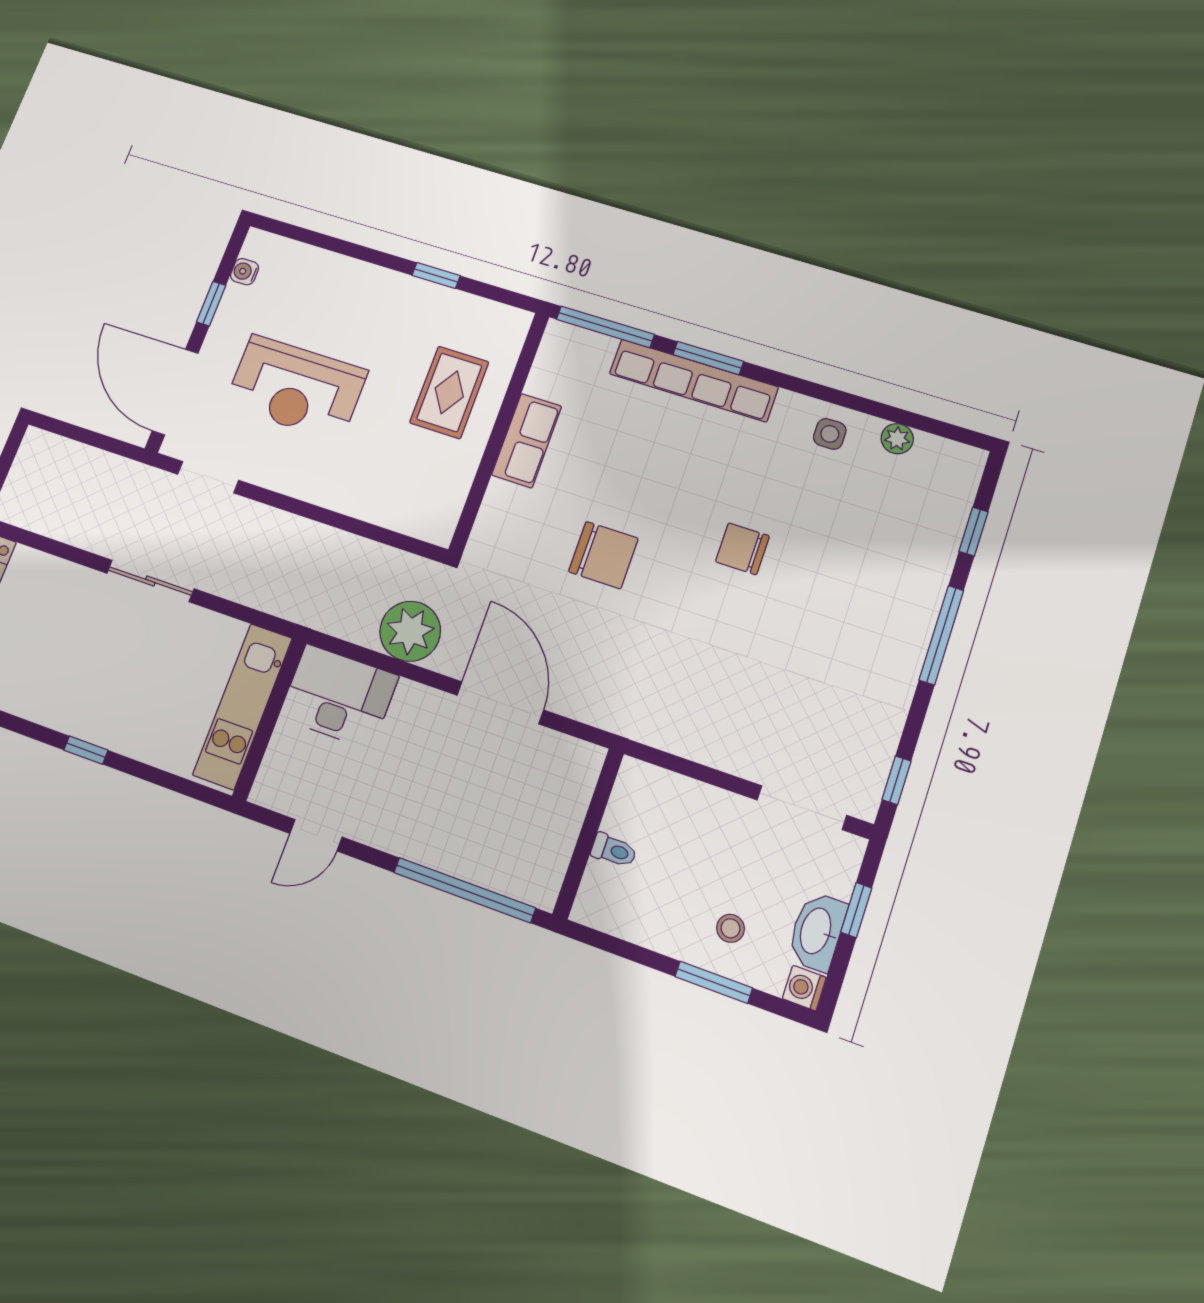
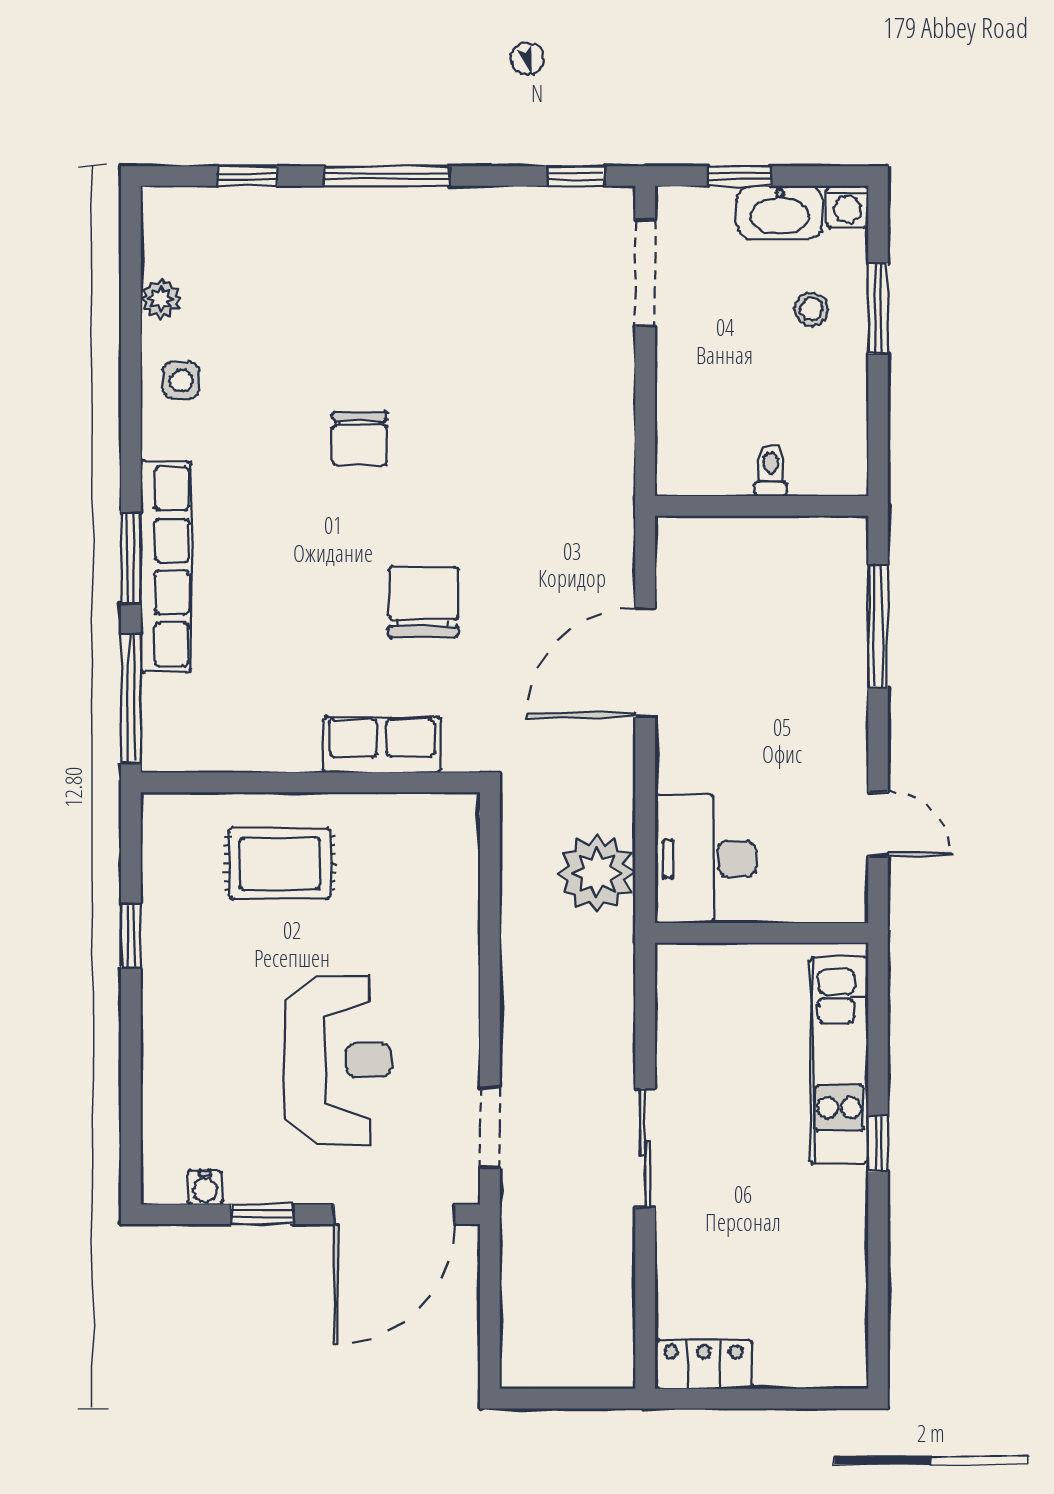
row of seats: (527, 441) -> (382, 745), moved
plant: (410, 631) -> (597, 873), moved
kitchen unit: (243, 706) -> (839, 1060), moved, turned 90
window: (464, 890) -> (878, 626), width x0.68

